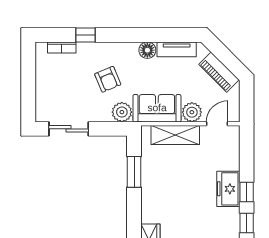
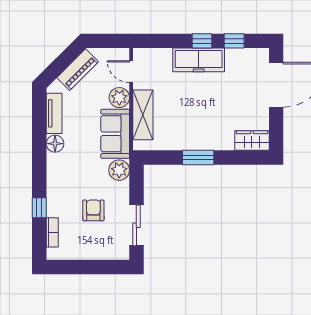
armchair: (108, 79) -> (93, 210), moved, turned -67
window: (134, 172) -> (198, 158), moved
freezer: (228, 189) -> (199, 60), width x1.40

